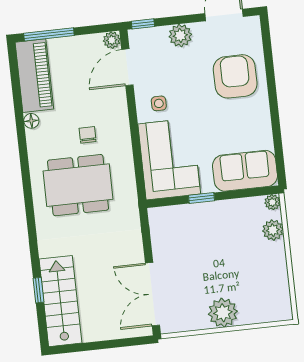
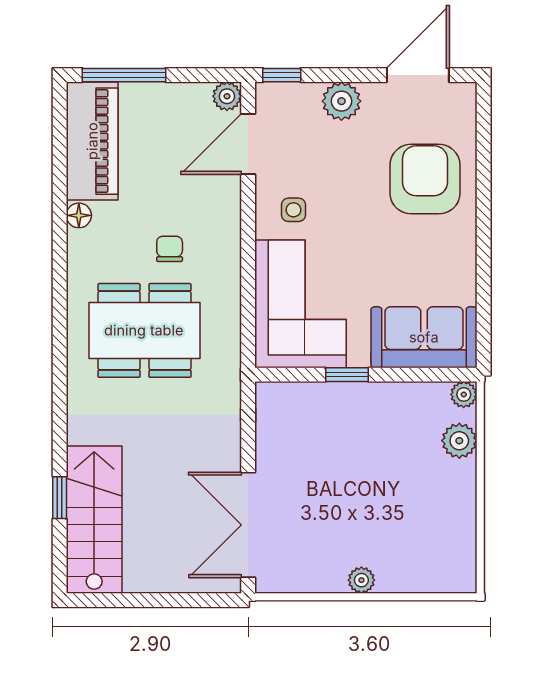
plant: (223, 313) -> (361, 580), width x0.53, depth x0.53

